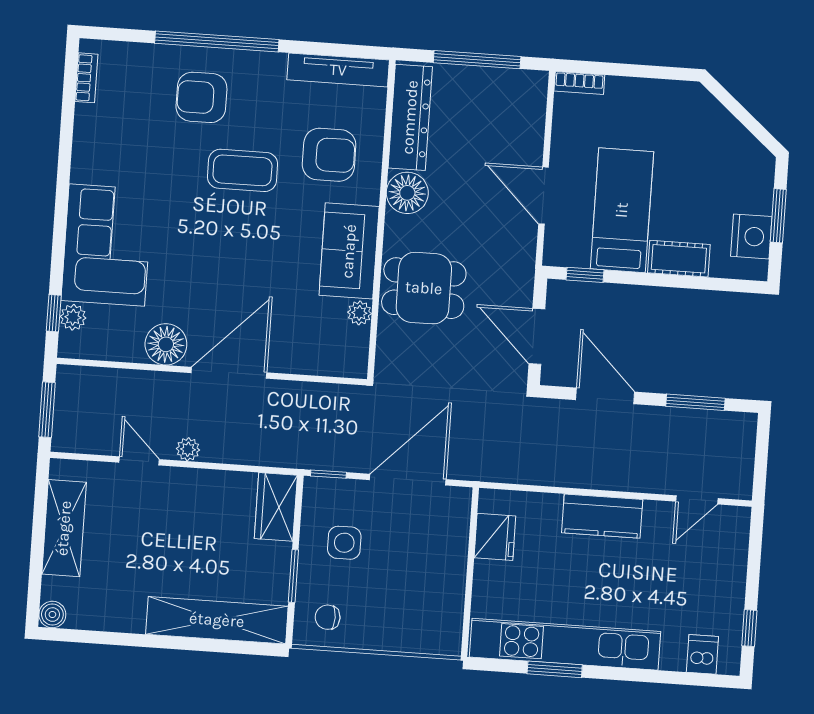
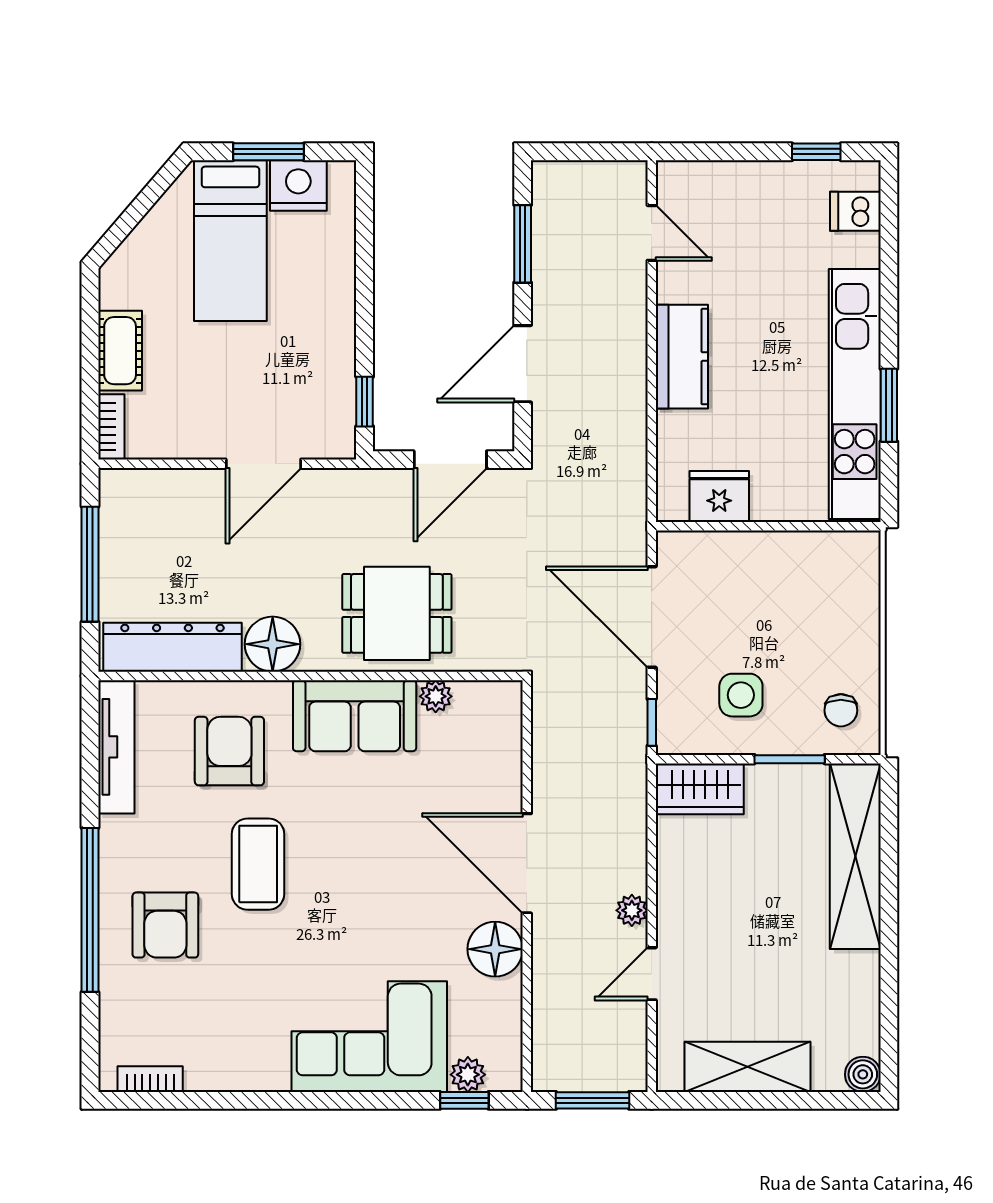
bed: (622, 210) -> (230, 241), moved, turned -90
cot: (679, 259) -> (120, 351), moved
dining table: (424, 288) -> (397, 613), turned 90

